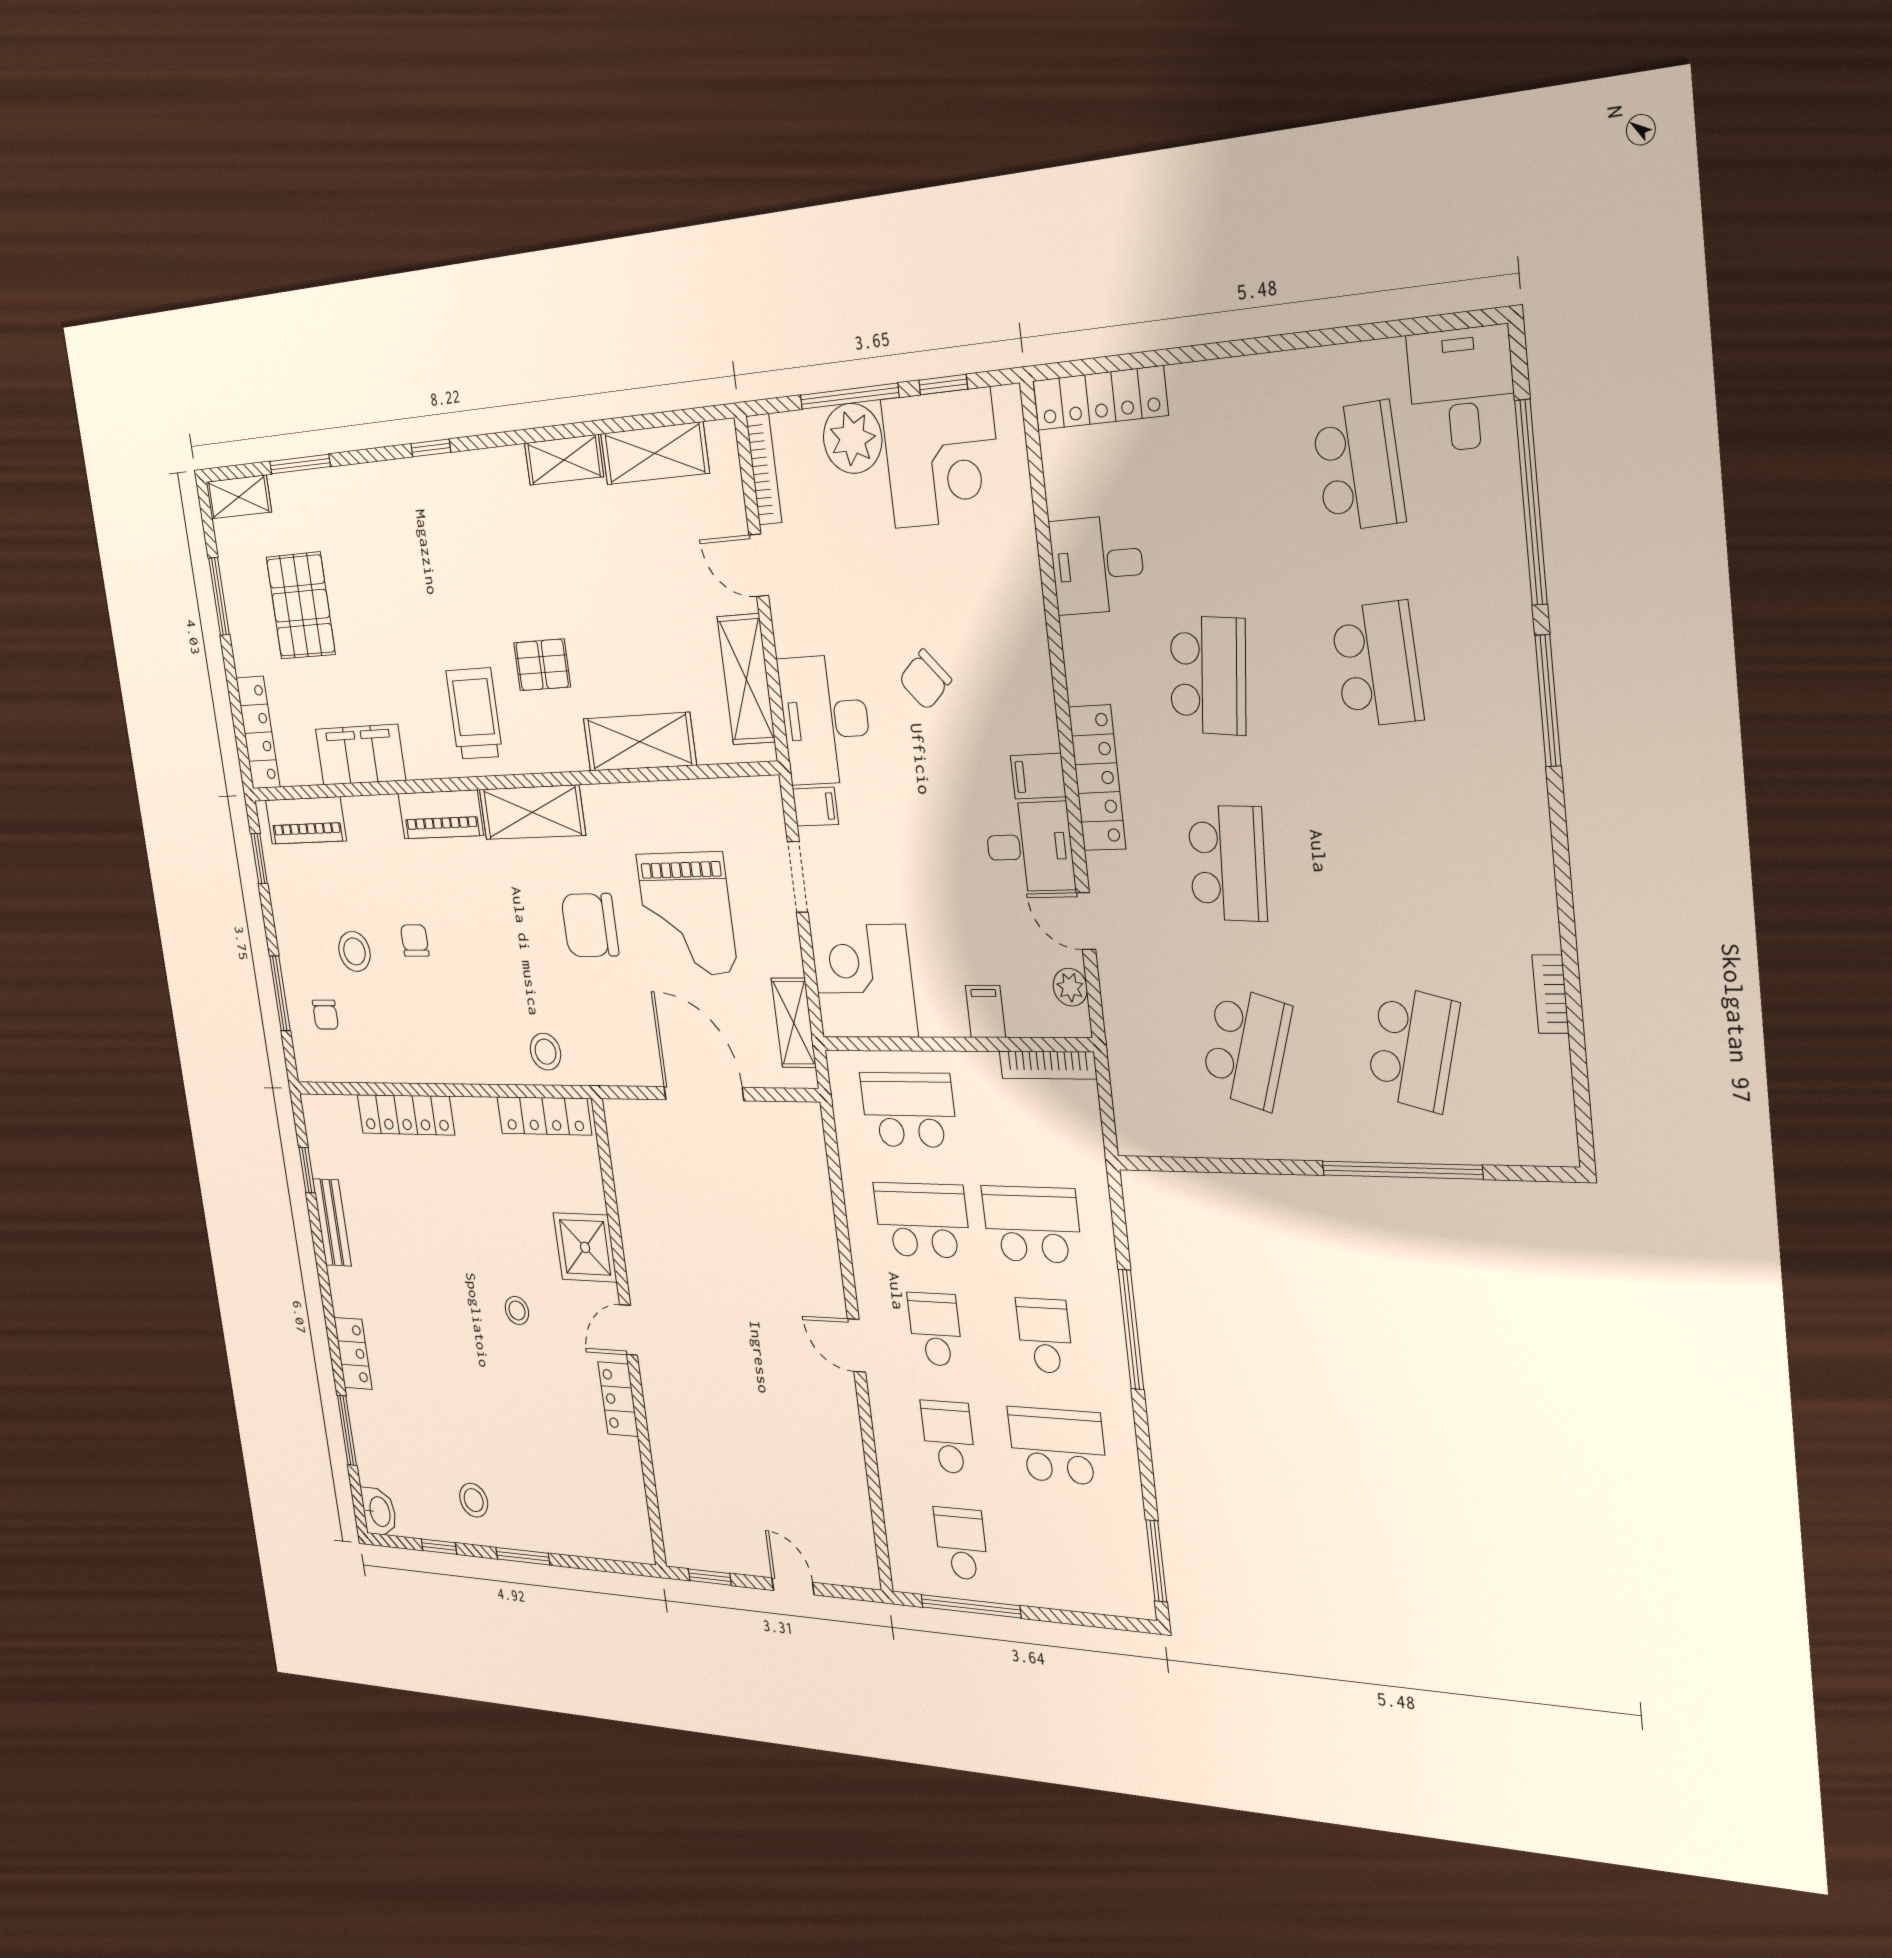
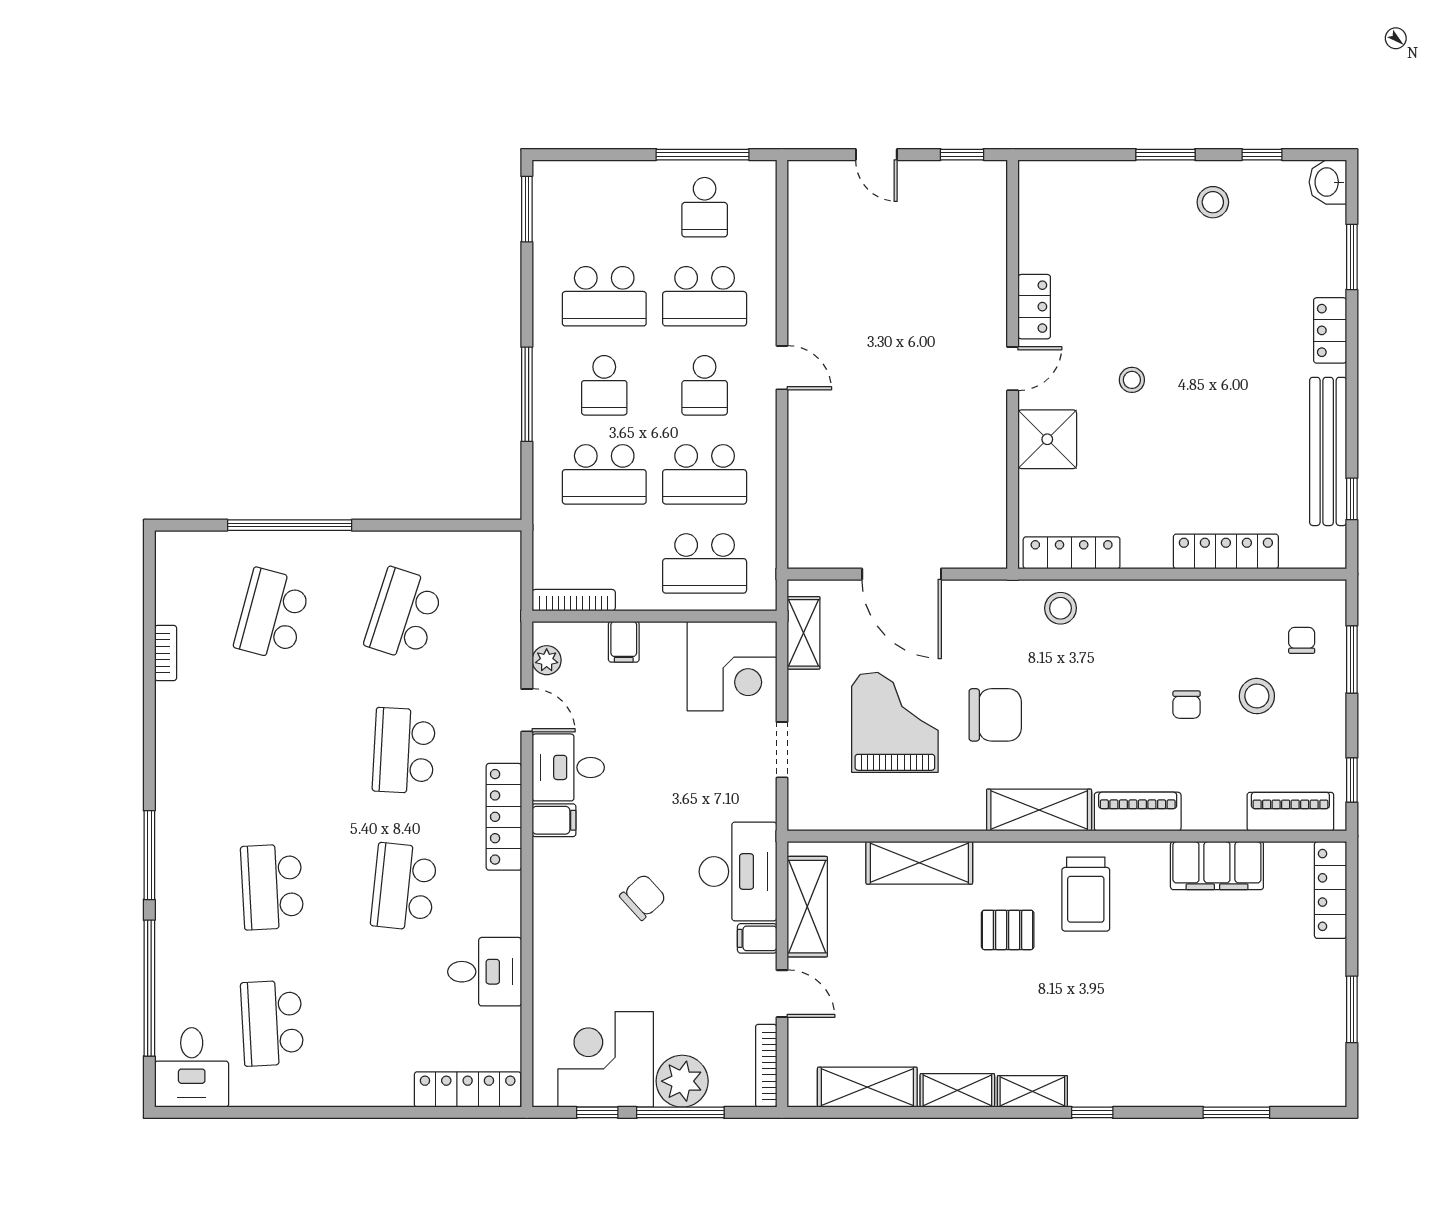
shelving: (239, 497) -> (1032, 1091), moved
pallet: (301, 606) -> (1259, 995), removed
filing cabinet: (815, 807) -> (757, 938), moved
bench: (332, 1223) -> (1328, 451), width x1.86, depth x1.21
school desk: (948, 1437) -> (705, 296), width x1.85

